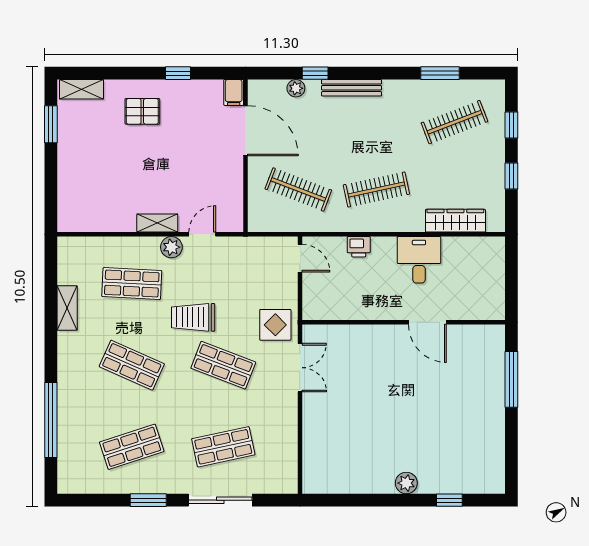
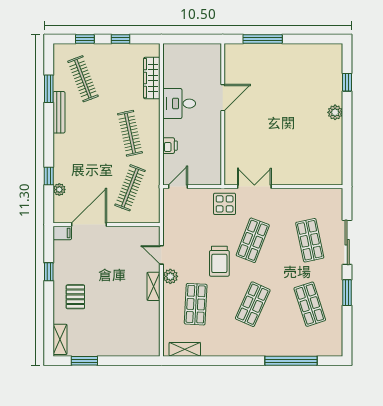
bench: (351, 88) -> (59, 112), moved
shelving: (67, 308) -> (185, 349), moved

